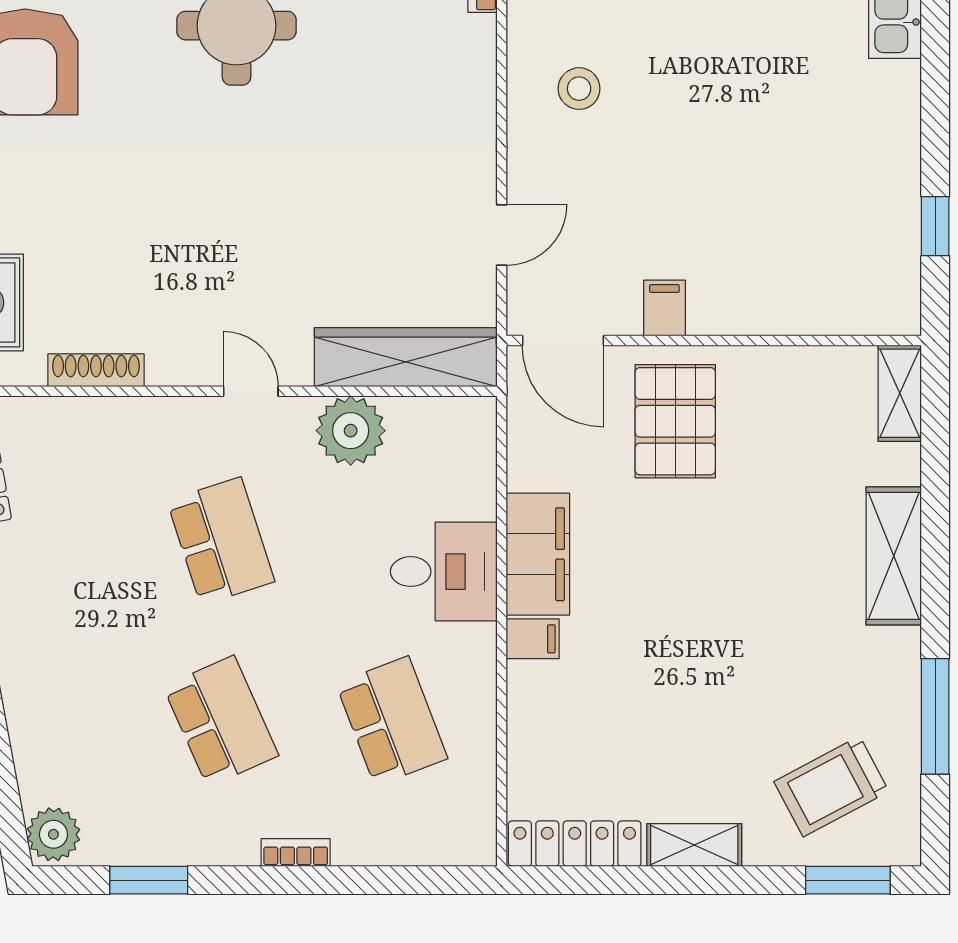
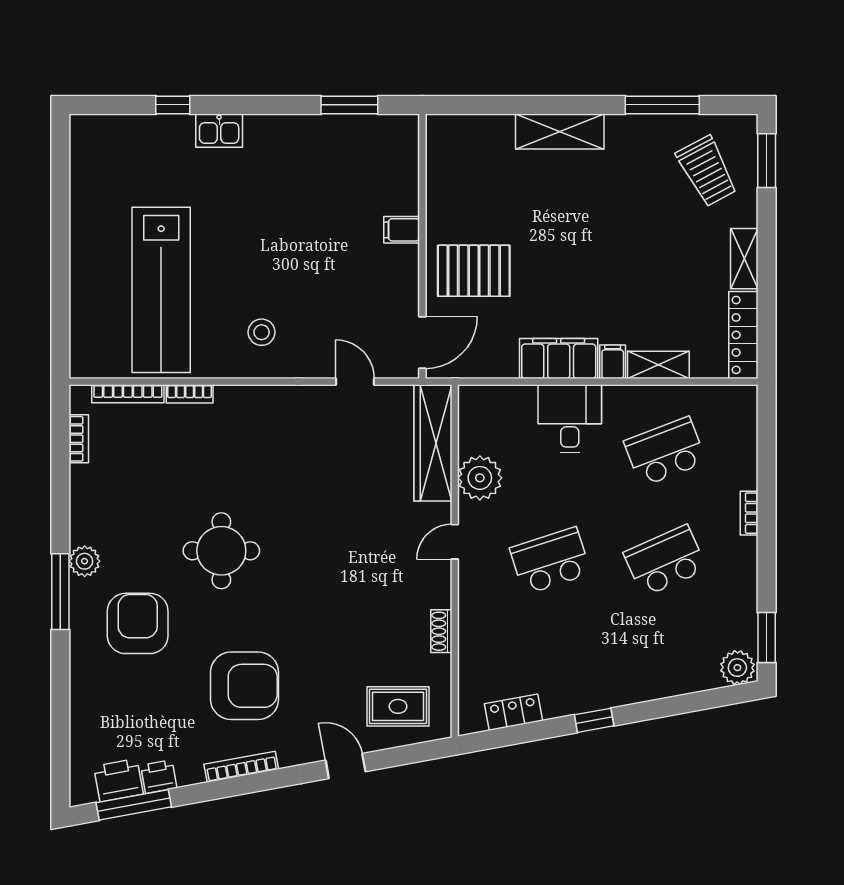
window: (935, 226) -> (349, 105), width x1.50
filing cabinet: (664, 308) -> (402, 230), moved
shoe rack: (96, 370) -> (441, 631), width x0.70
shelving: (900, 393) -> (658, 365), moved
window: (149, 880) -> (767, 637), moved

